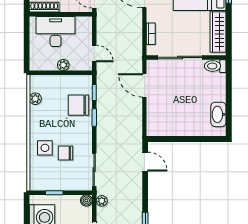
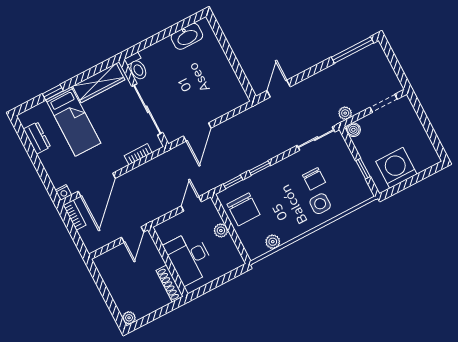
chair: (79, 105) -> (244, 209), moved

